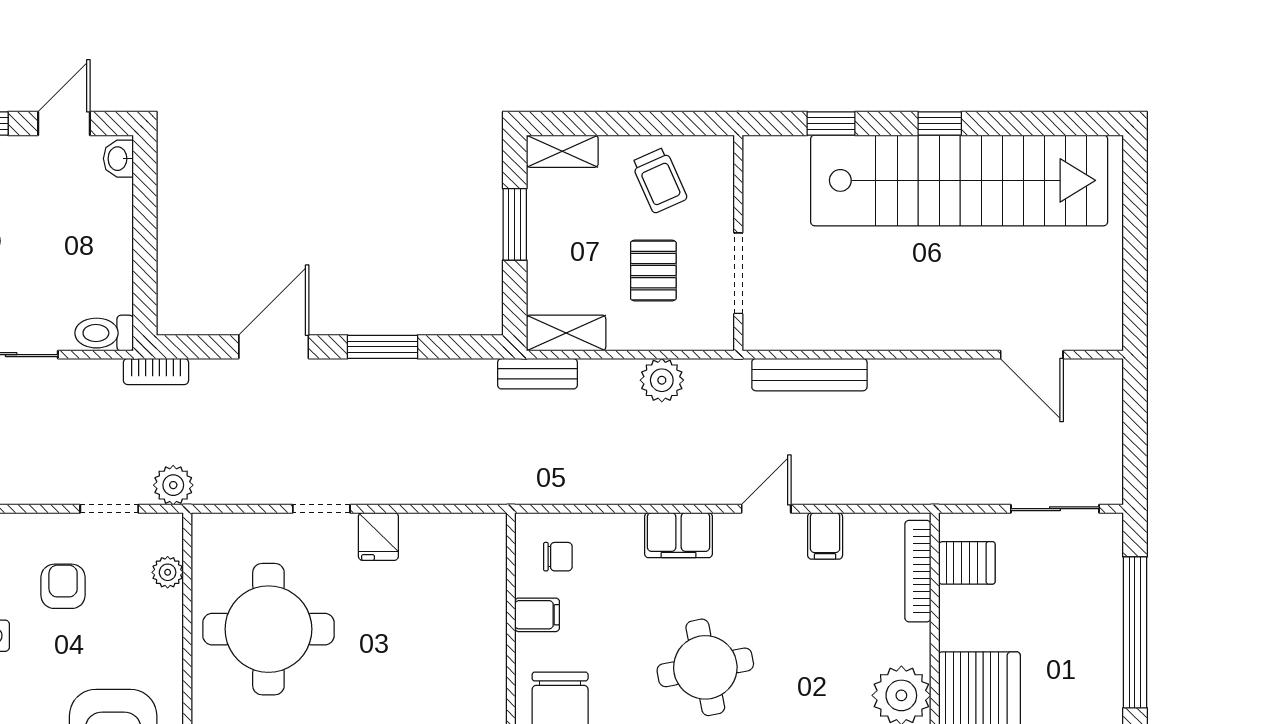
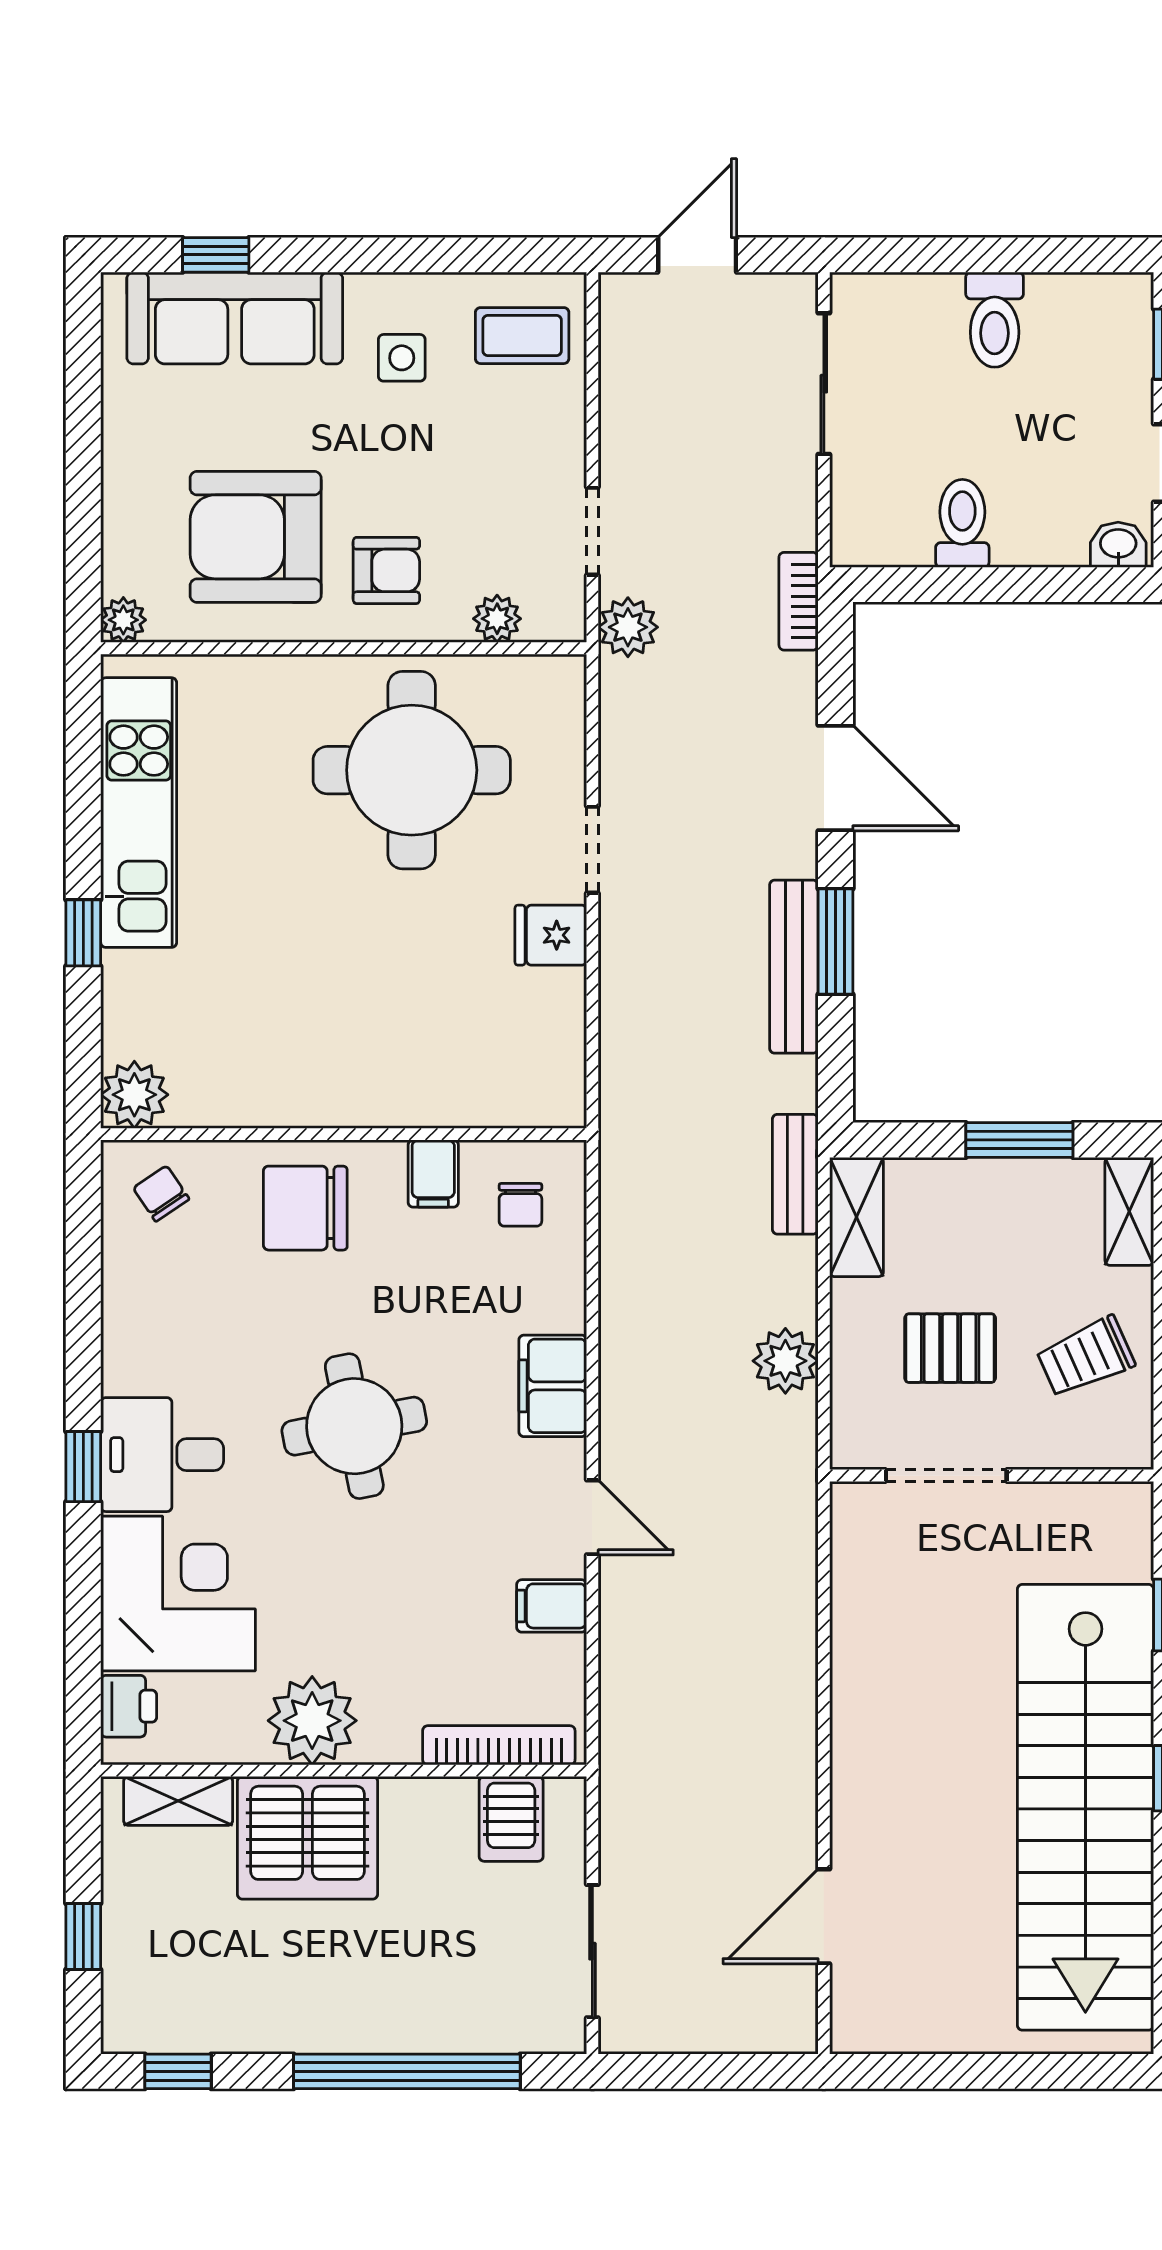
toilet: (104, 333) -> (962, 523), moved
bench: (809, 375) -> (794, 967), moved
armchair: (63, 586) -> (386, 570), moved

